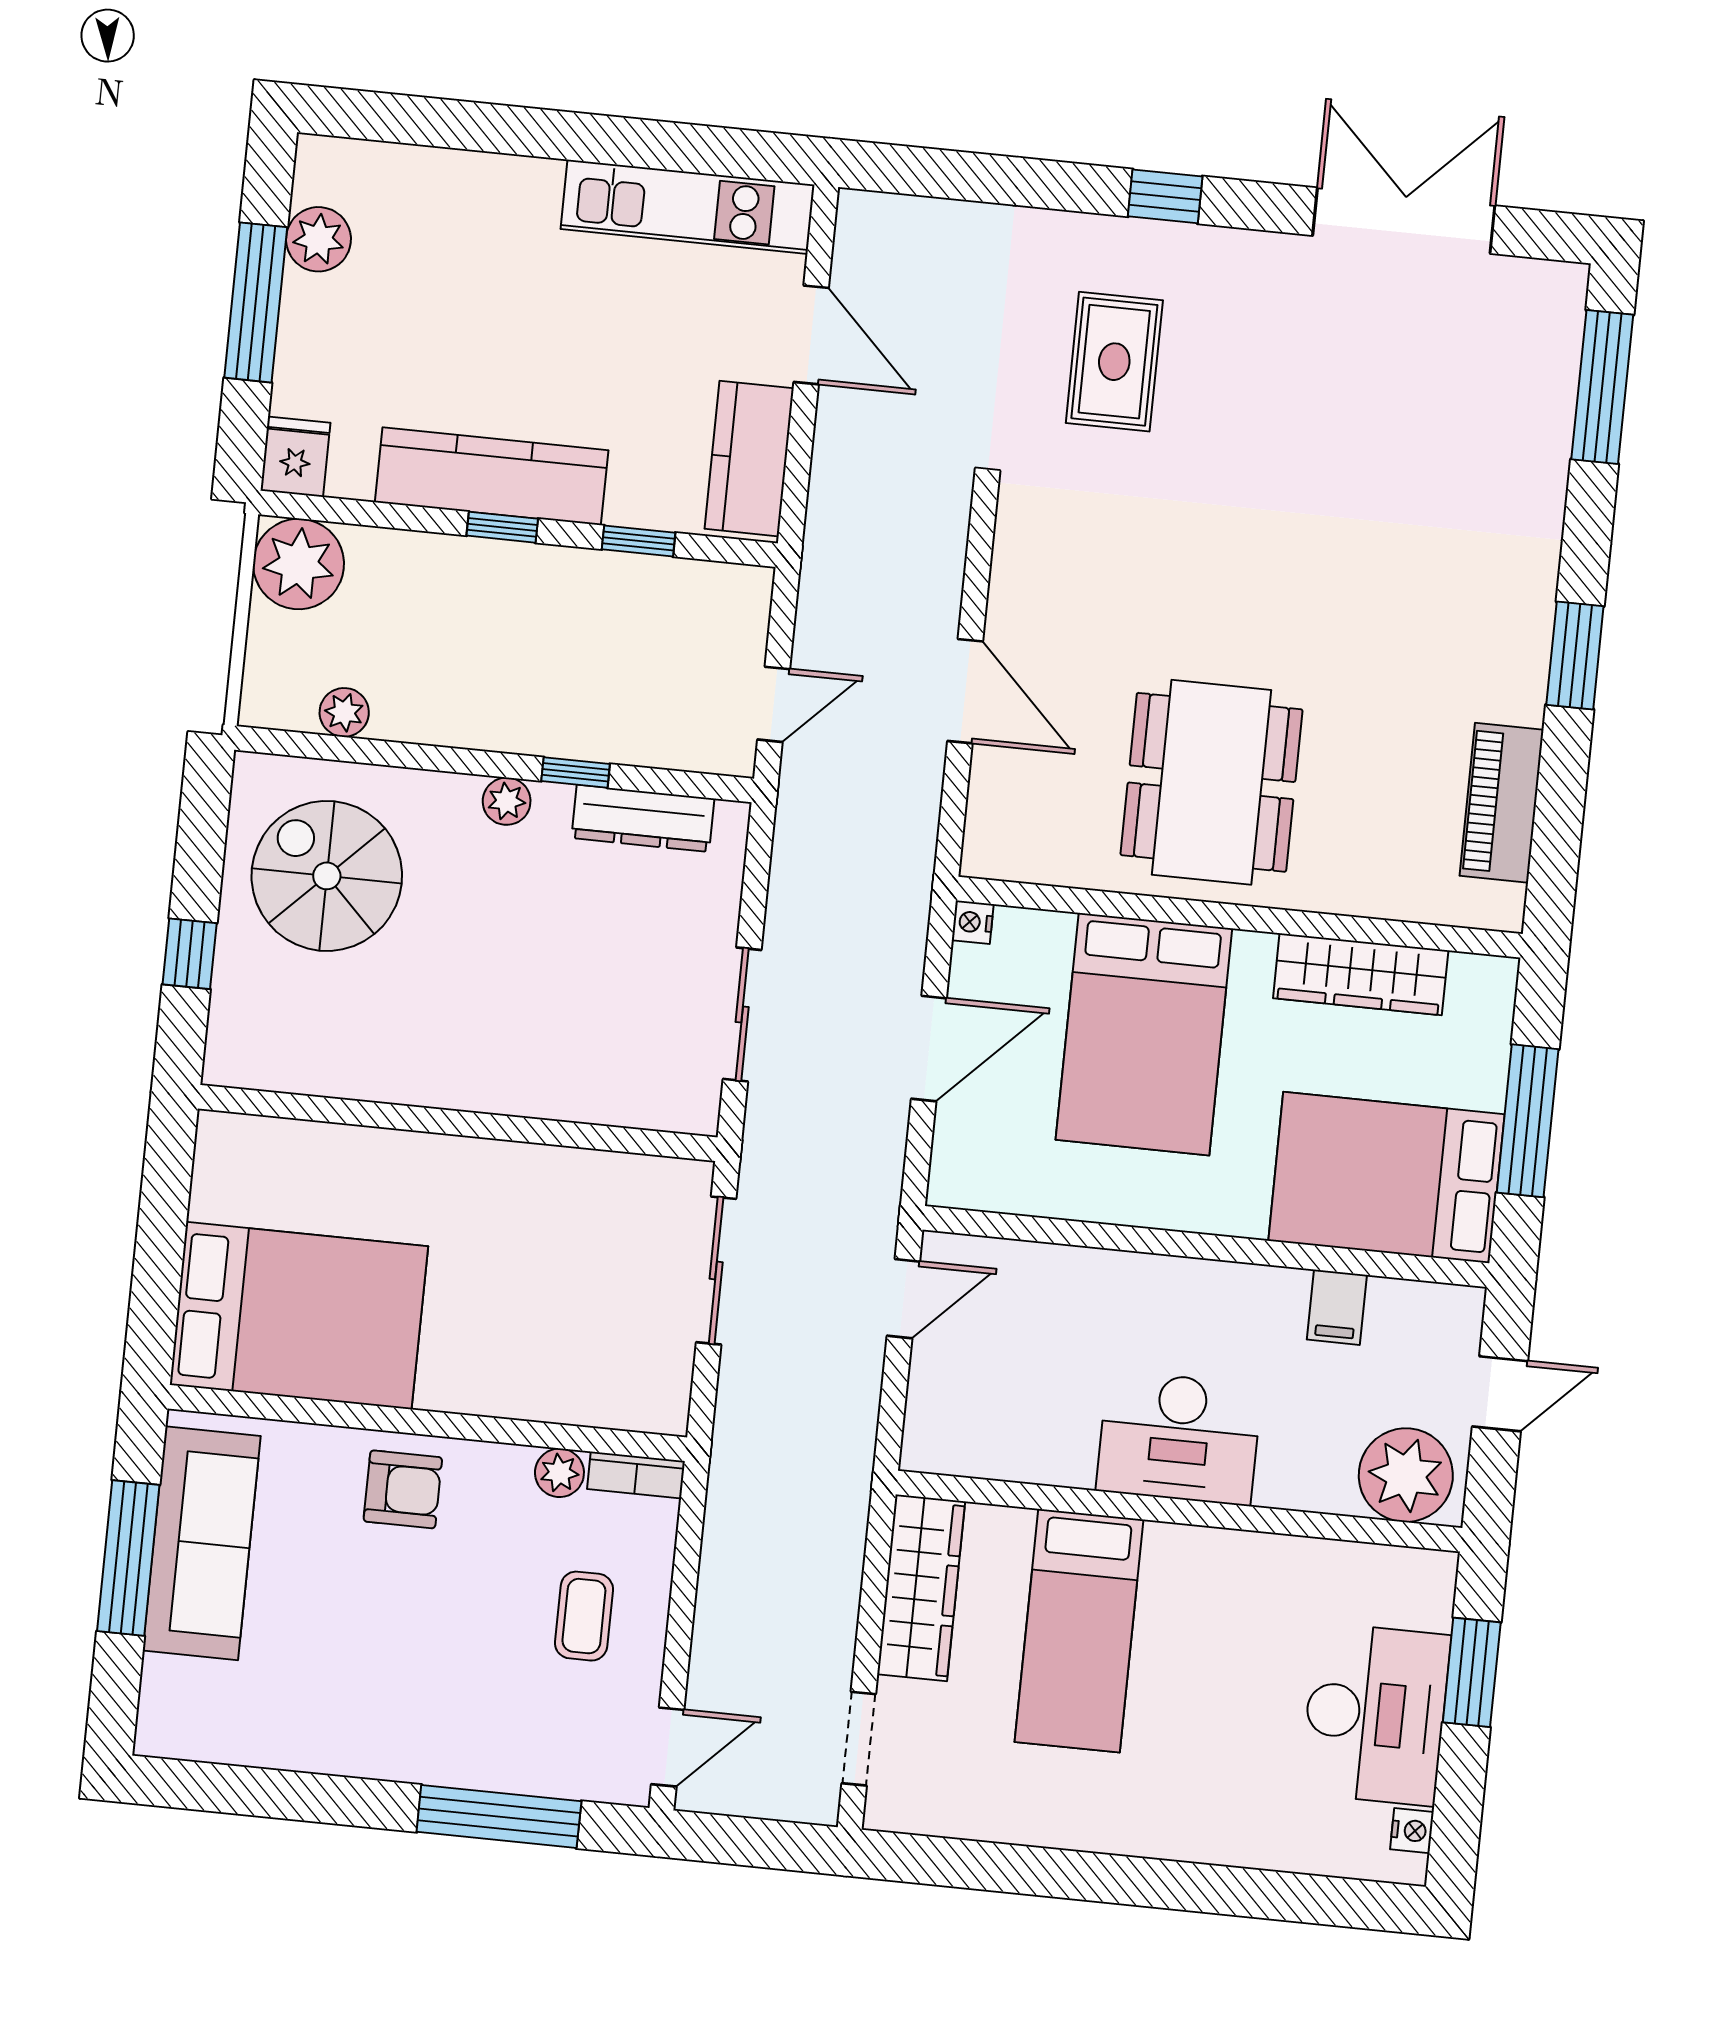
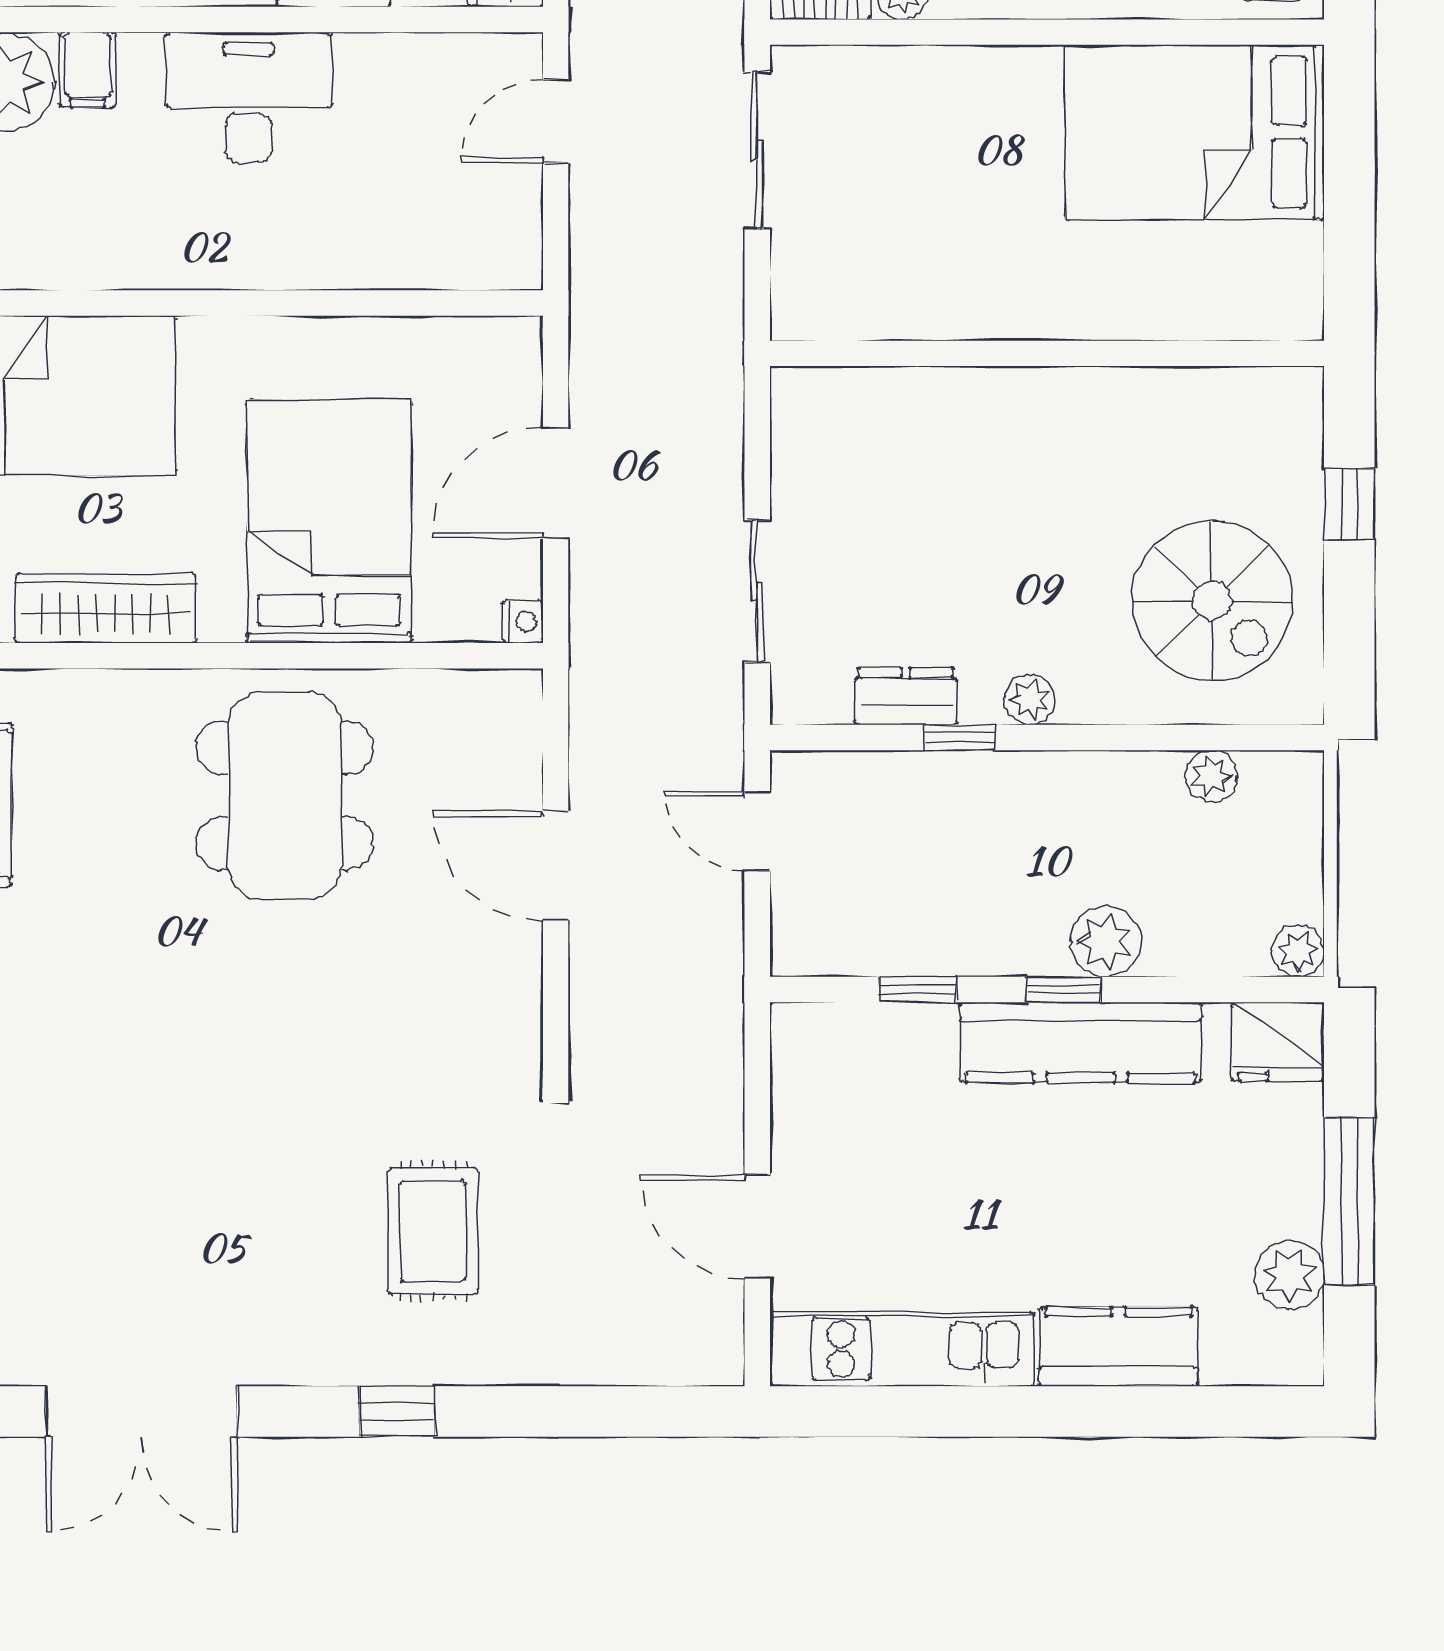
fridge: (295, 457) -> (1278, 1042), width x1.38
kitchen counter: (749, 459) -> (1119, 1347), moved, turned -90
plant: (299, 564) -> (1298, 951), width x0.53, depth x0.53
plant: (459, 568) -> (1105, 942), added
door: (774, 704) -> (757, 831), hinge flipped
dresser: (643, 818) -> (906, 696), width x0.70
sliding door: (742, 1014) -> (757, 591), moved
sliding door: (716, 1270) -> (757, 150), moved
door: (903, 1299) -> (556, 121), moved
filing cabinet: (1337, 1307) -> (88, 70), moved, turned 180

